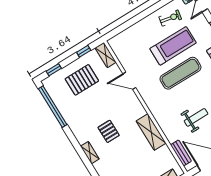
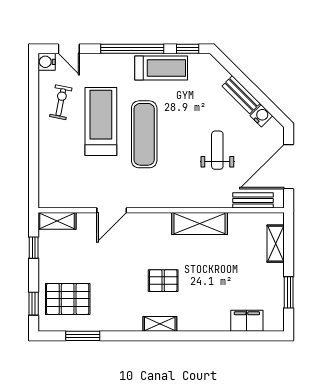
pallet: (82, 80) -> (68, 299), moved, turned 90
window: (53, 107) -> (83, 336), width x0.47
shelving: (90, 153) -> (160, 324), moved

